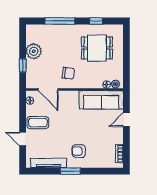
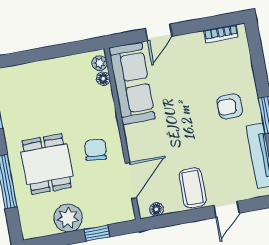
dining table: (97, 48) -> (47, 164), moved
door: (126, 120) -> (159, 32), hinge flipped
armchair: (79, 151) -> (230, 106), turned 90

